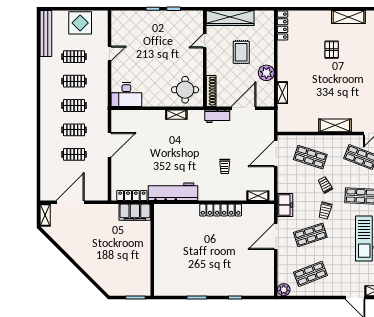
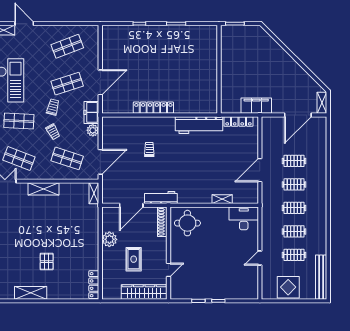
shelving: (282, 93) -> (94, 193), moved
shelving: (176, 115) -> (222, 199), moved
workbench: (217, 116) -> (161, 198), width x1.38
shelving: (258, 196) -> (118, 121), removed
filing cabinet: (135, 212) -> (256, 106), moved
plant: (284, 290) -> (93, 130), moved

